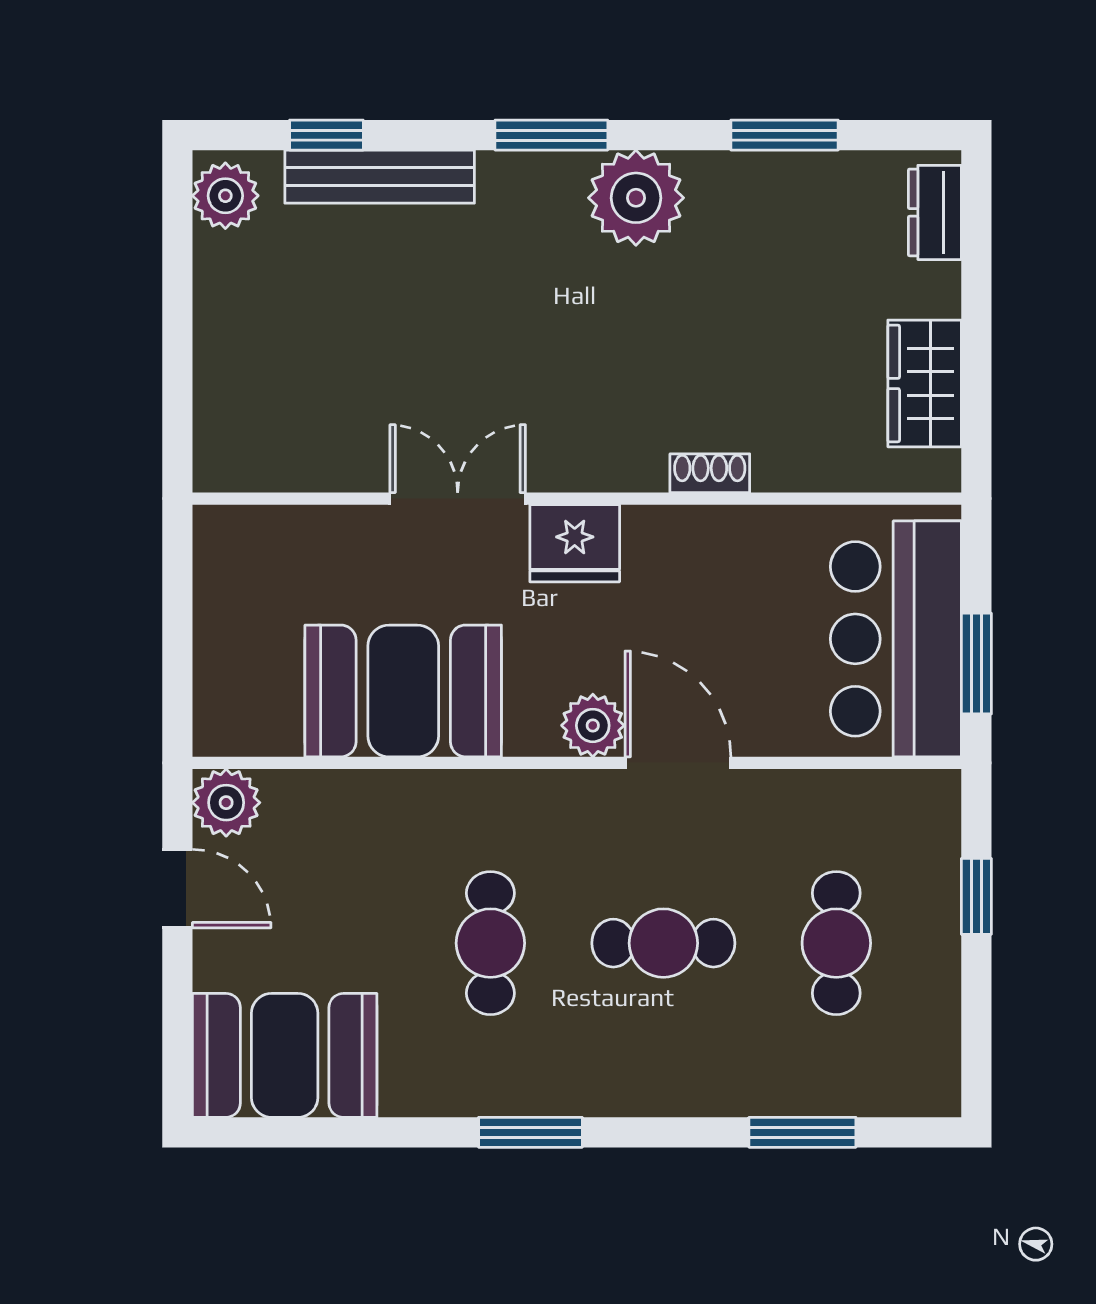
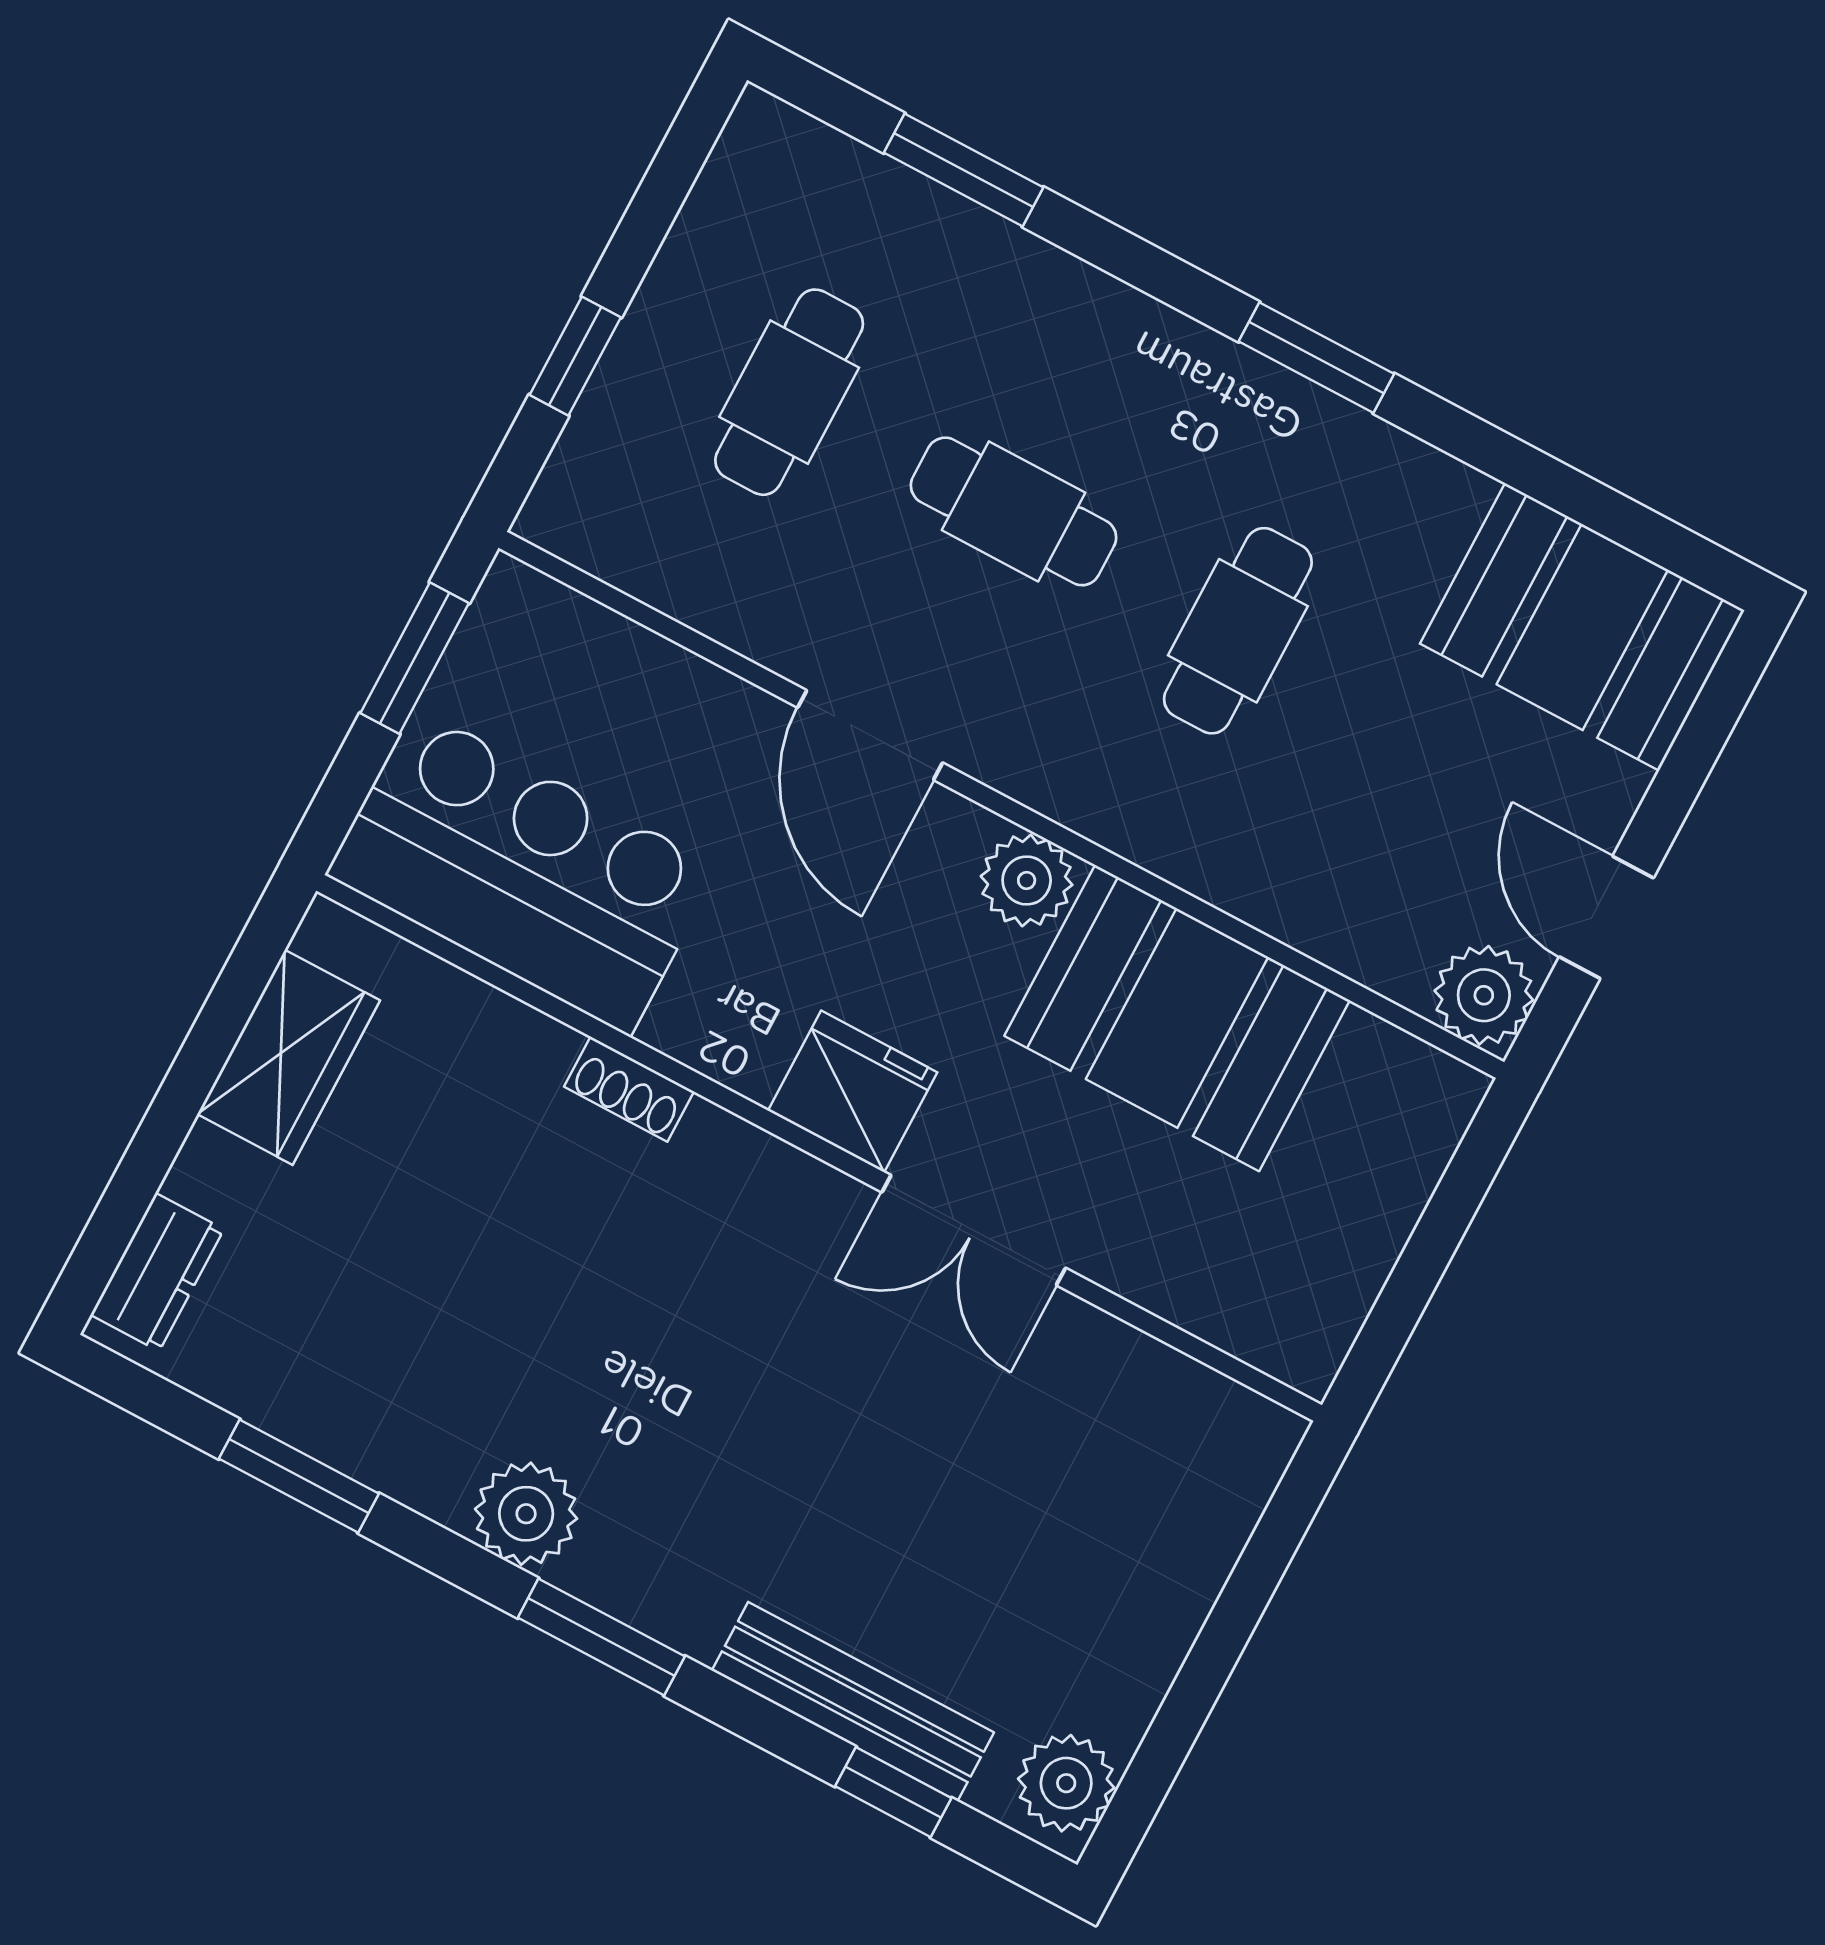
plant: (636, 198) -> (526, 1514), width x0.73, depth x0.73
bar counter: (896, 639) -> (523, 871), moved, turned -90
plant: (593, 725) -> (1027, 880), moved

